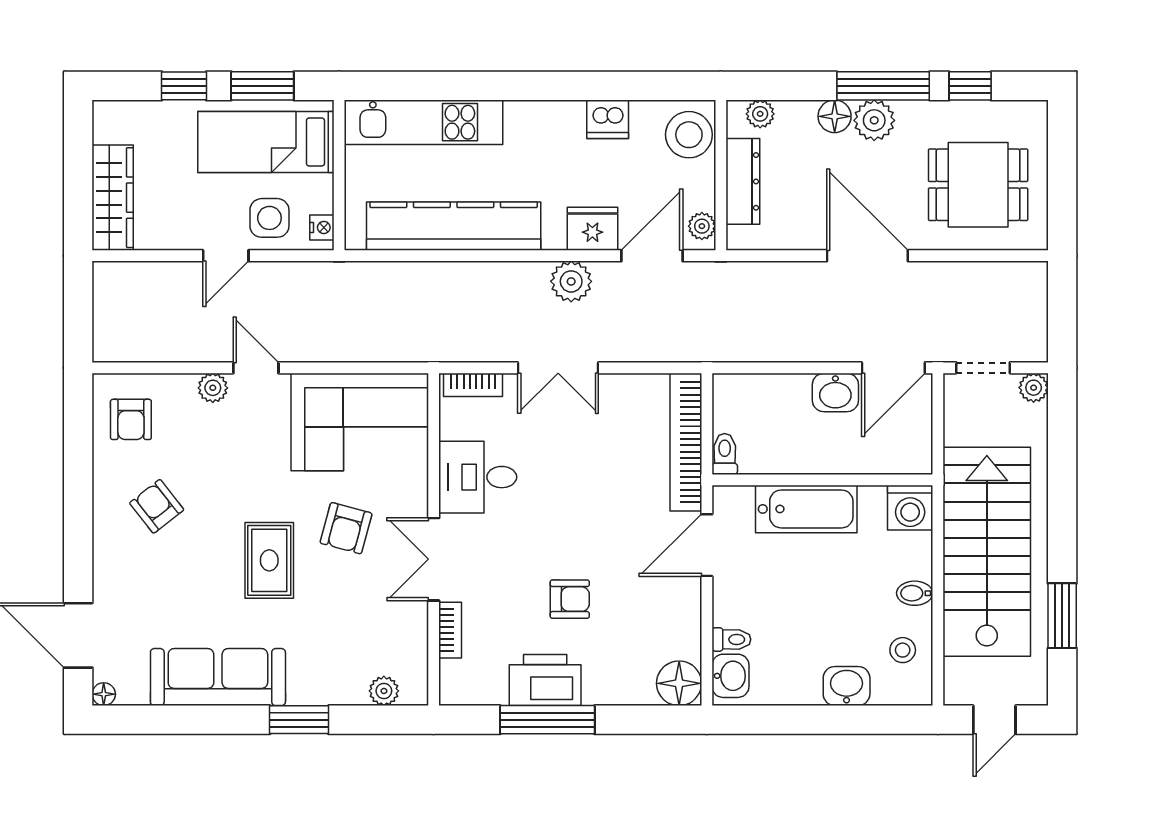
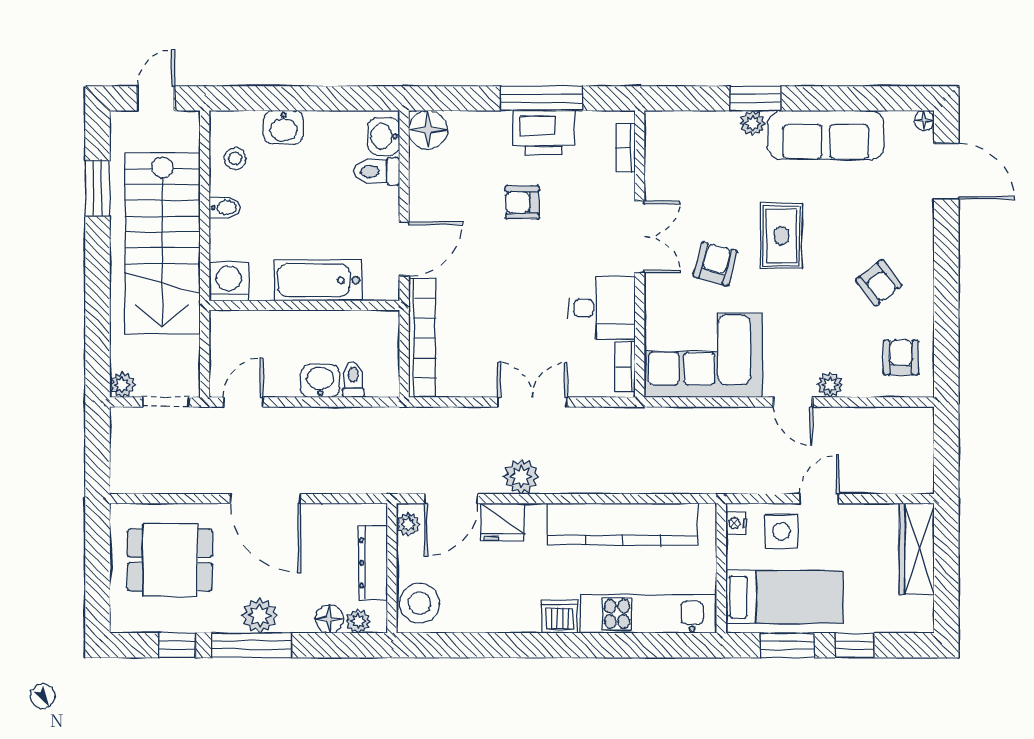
floor lamp: (835, 116) -> (329, 619), moved
dishwasher: (608, 119) -> (560, 616), moved
door: (893, 368) -> (243, 402), width x0.73
bookcase: (473, 385) -> (625, 367), moved, turned -90
washbasin: (835, 392) -> (320, 381), moved
toilet: (725, 454) -> (353, 380), moved, turned 180
bookcase: (450, 630) -> (625, 148), moved
toilet: (731, 639) -> (376, 171), width x1.37, depth x1.39
plant: (384, 691) -> (752, 123), moved

